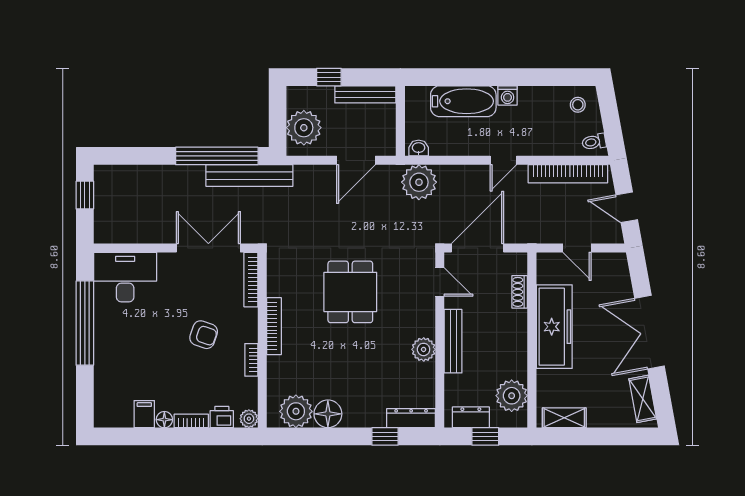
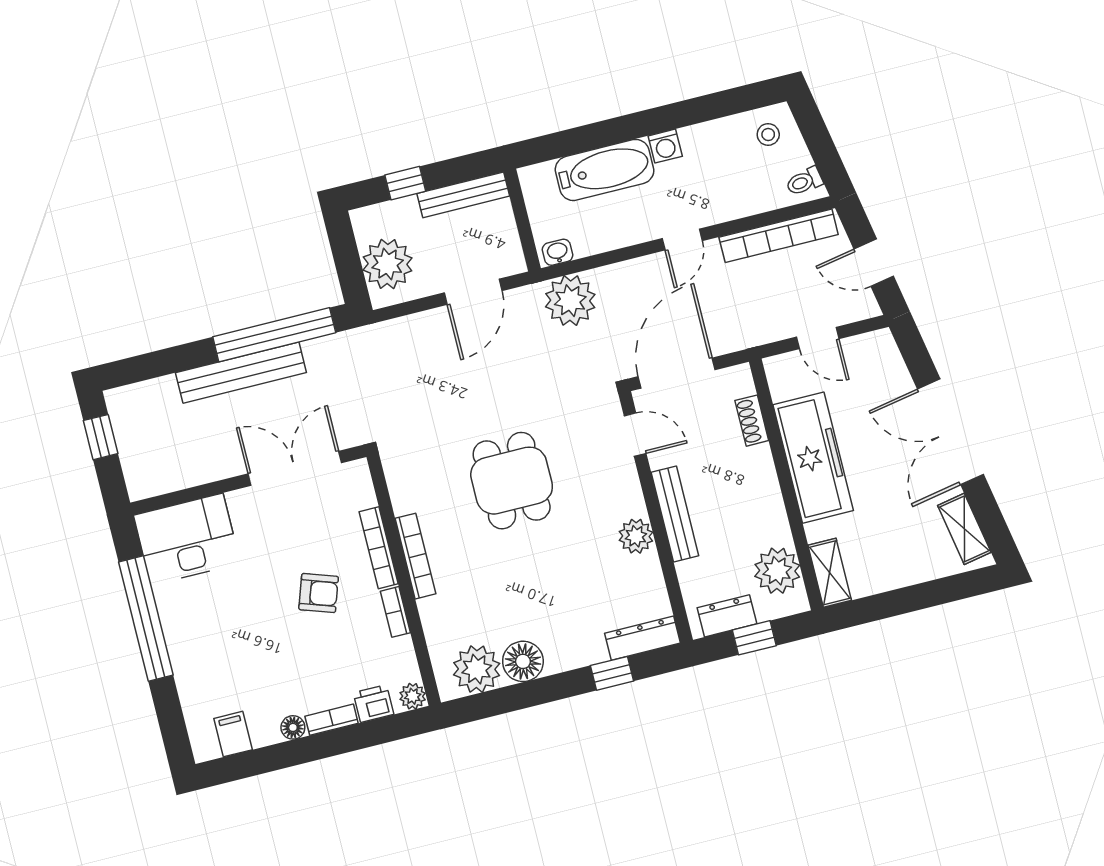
bench: (249, 176) -> (241, 373), moved
bookcase: (251, 280) -> (379, 548), moved
filing cabinet: (144, 414) -> (233, 734), moved
shelving: (564, 418) -> (830, 573), moved, turned 90

